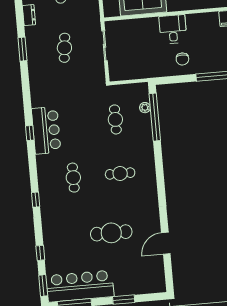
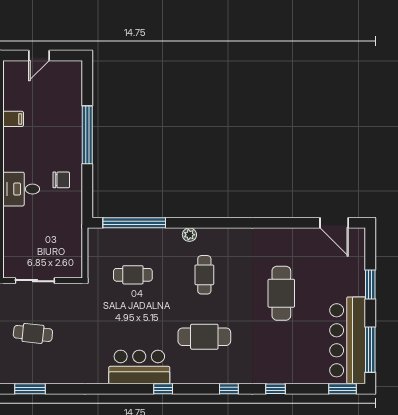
plant: (145, 108) -> (189, 235), moved
window: (30, 133) -> (163, 389), moved
cafe table: (73, 178) -> (204, 337), width x1.37, depth x1.35
door: (166, 243) -> (334, 223), moved
window: (40, 253) -> (276, 389), moved

